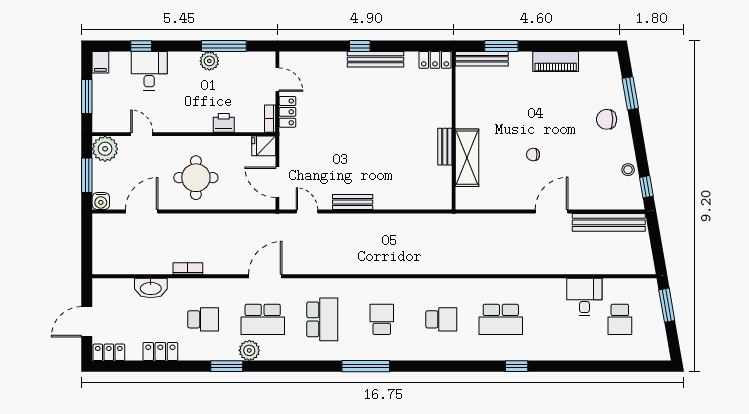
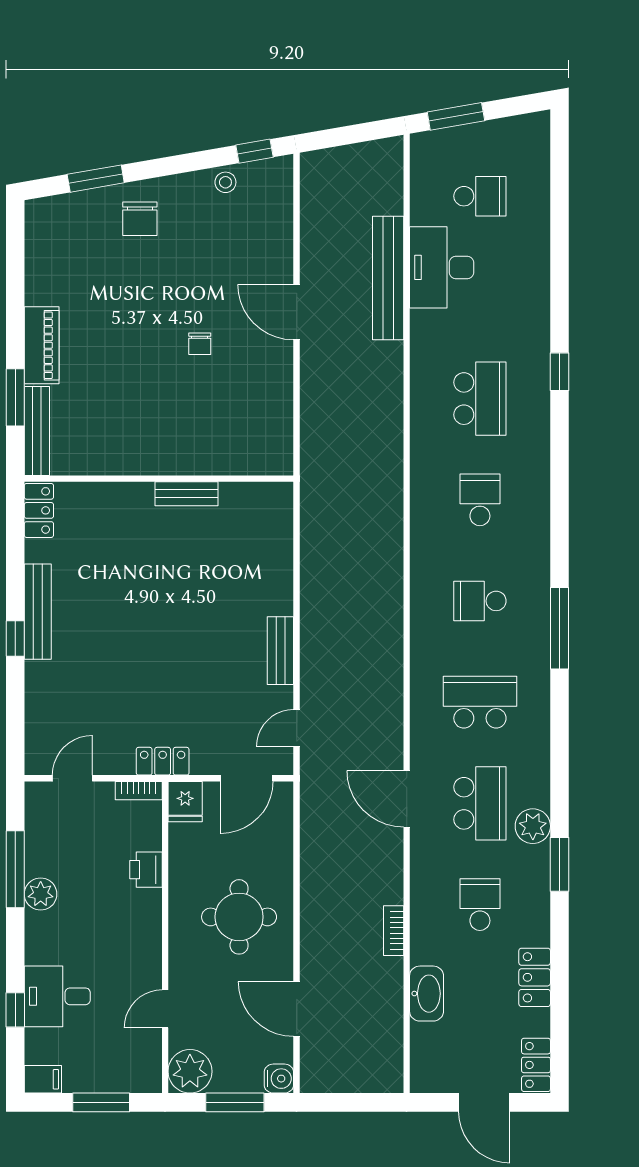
piano: (556, 62) -> (42, 345), moved
locker: (287, 112) -> (163, 761), moved
shelving: (467, 158) -> (205, 456), removed
bench: (609, 222) -> (388, 278), moved
desk: (584, 297) -> (442, 267), width x1.37

